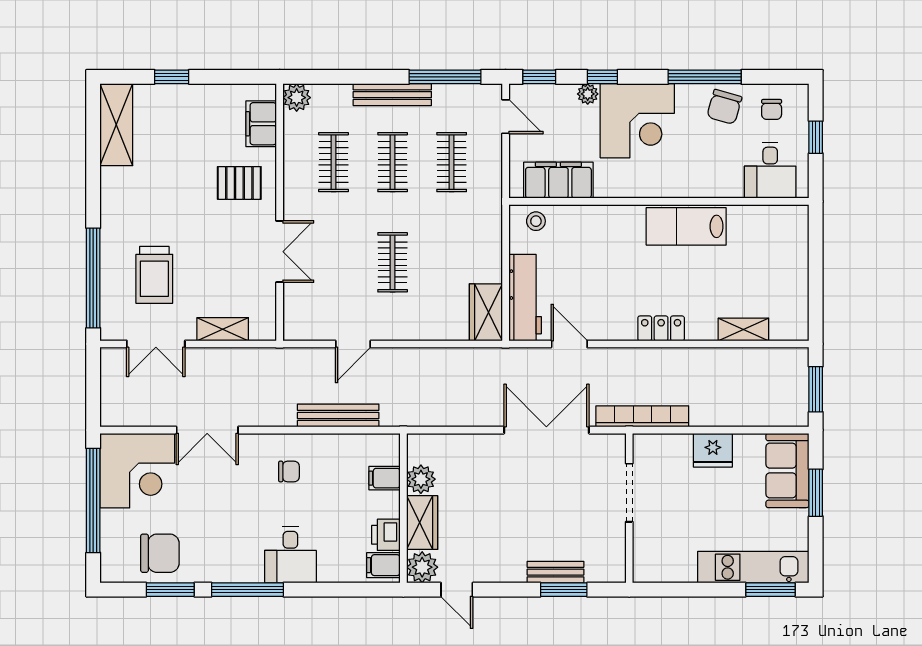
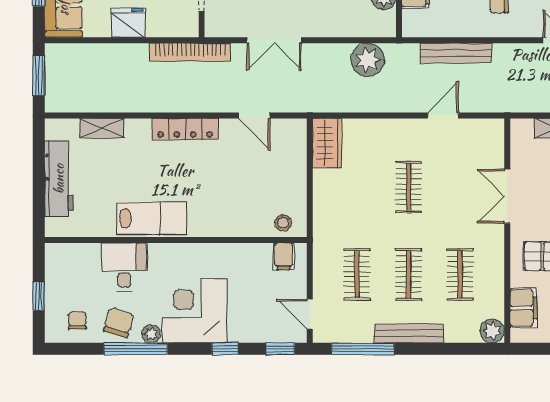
plant: (588, 94) -> (151, 334), moved
desk: (770, 170) -> (124, 267), moved
filing cabinet: (558, 180) -> (284, 256), width x0.33, depth x0.86
workbench: (525, 298) -> (59, 179), moved, turned 180
locker: (661, 328) -> (185, 129), width x1.53
plant: (439, 408) -> (368, 60), added
double door: (546, 430) -> (274, 40), width x0.73

